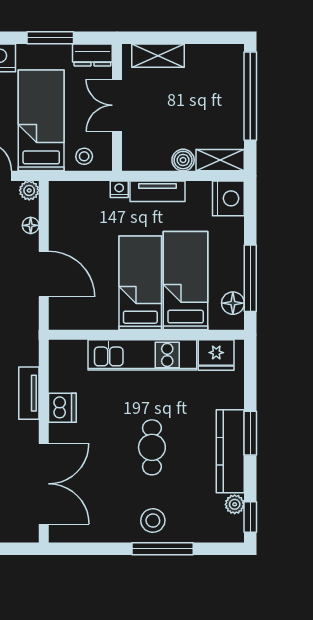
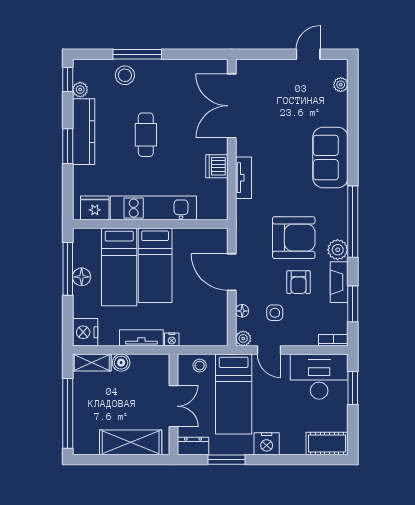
shelving: (158, 56) -> (131, 442), width x1.50, depth x1.33
floor lamp: (233, 303) -> (82, 277), moved
stool: (153, 521) -> (125, 75), moved

